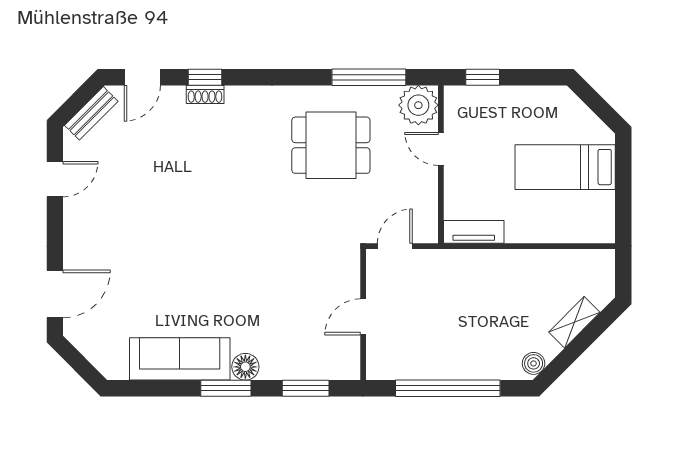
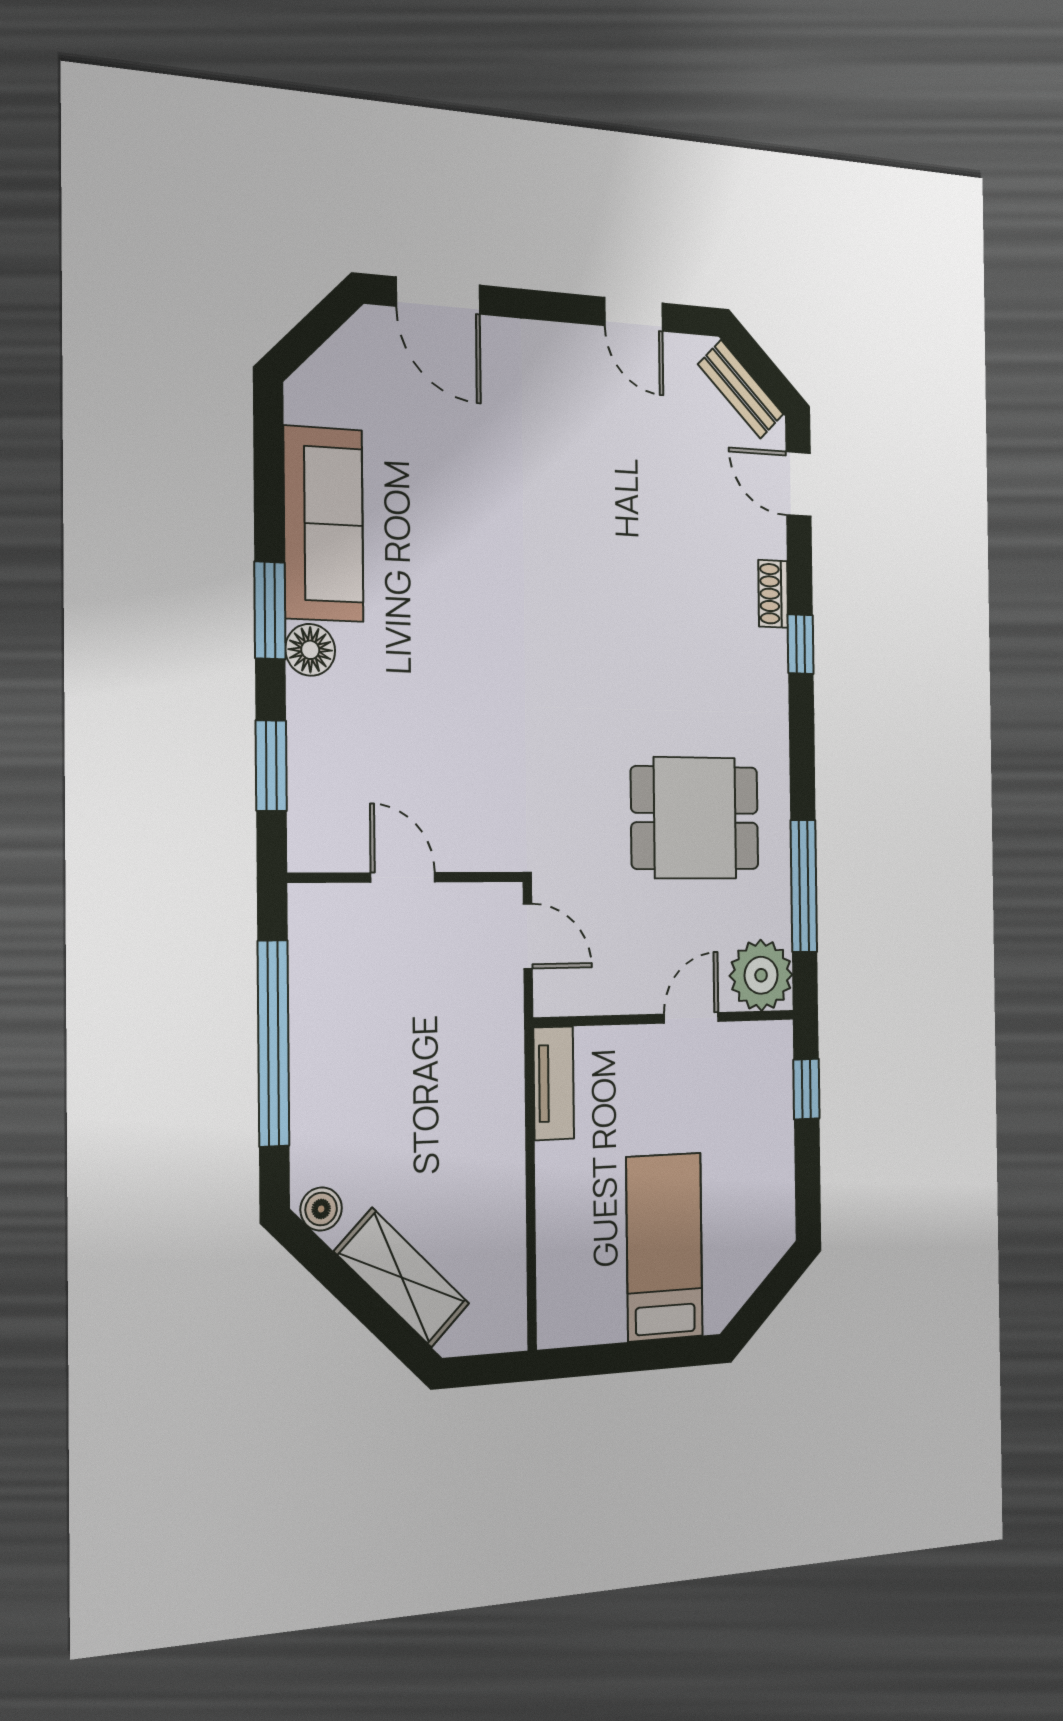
window: (205, 77) -> (801, 644), moved
dining table: (331, 145) -> (695, 818), turned 90
shelving: (574, 322) -> (402, 1278), width x1.50, depth x1.33

